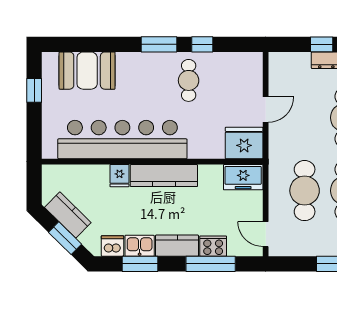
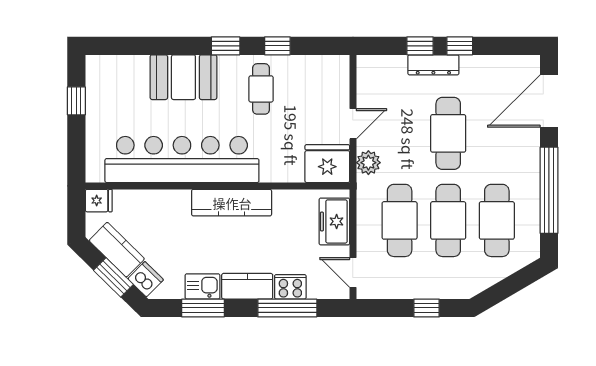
window: (159, 44) -> (226, 46), width x0.67
booth: (87, 71) -> (183, 77), moved
plant: (278, 142) -> (368, 163), added
fridge: (119, 176) -> (99, 201), moved, turned -90
freezer: (243, 177) -> (334, 221), moved, turned 90
dishwasher: (112, 246) -> (146, 279), moved, turned 45

